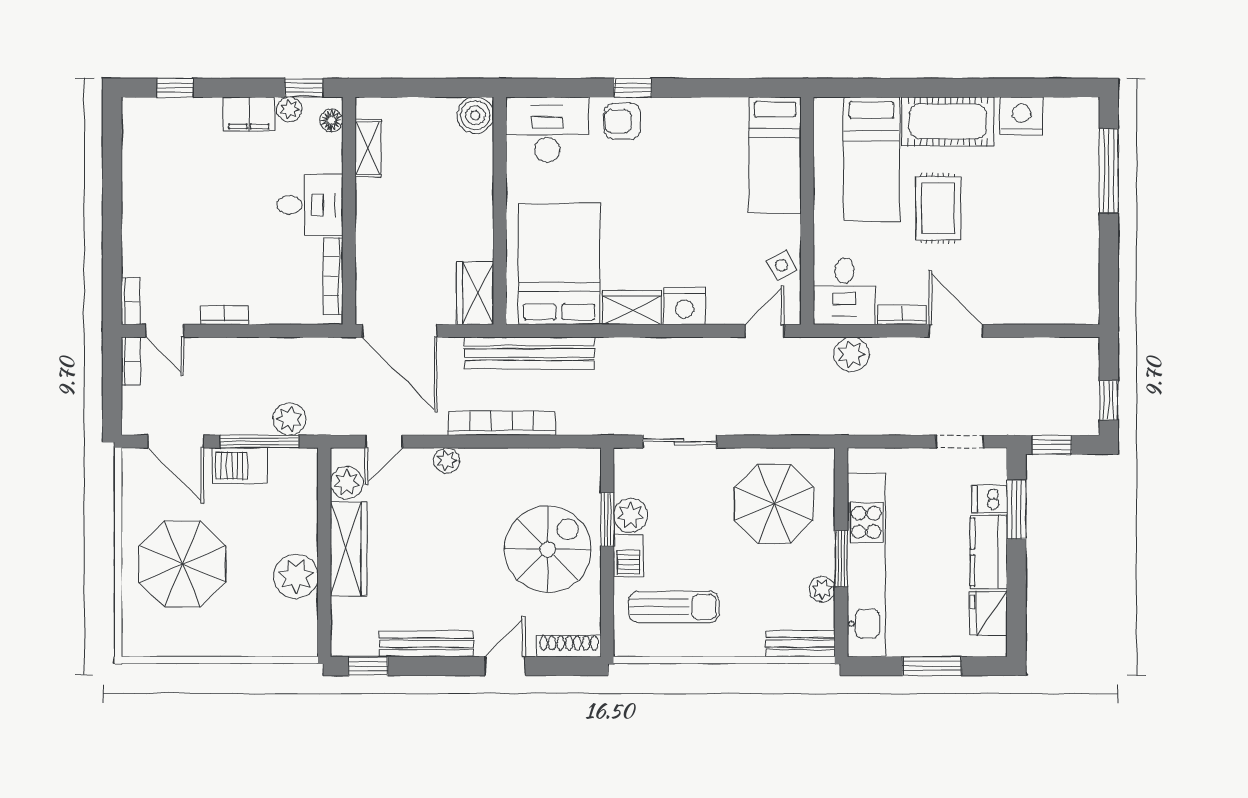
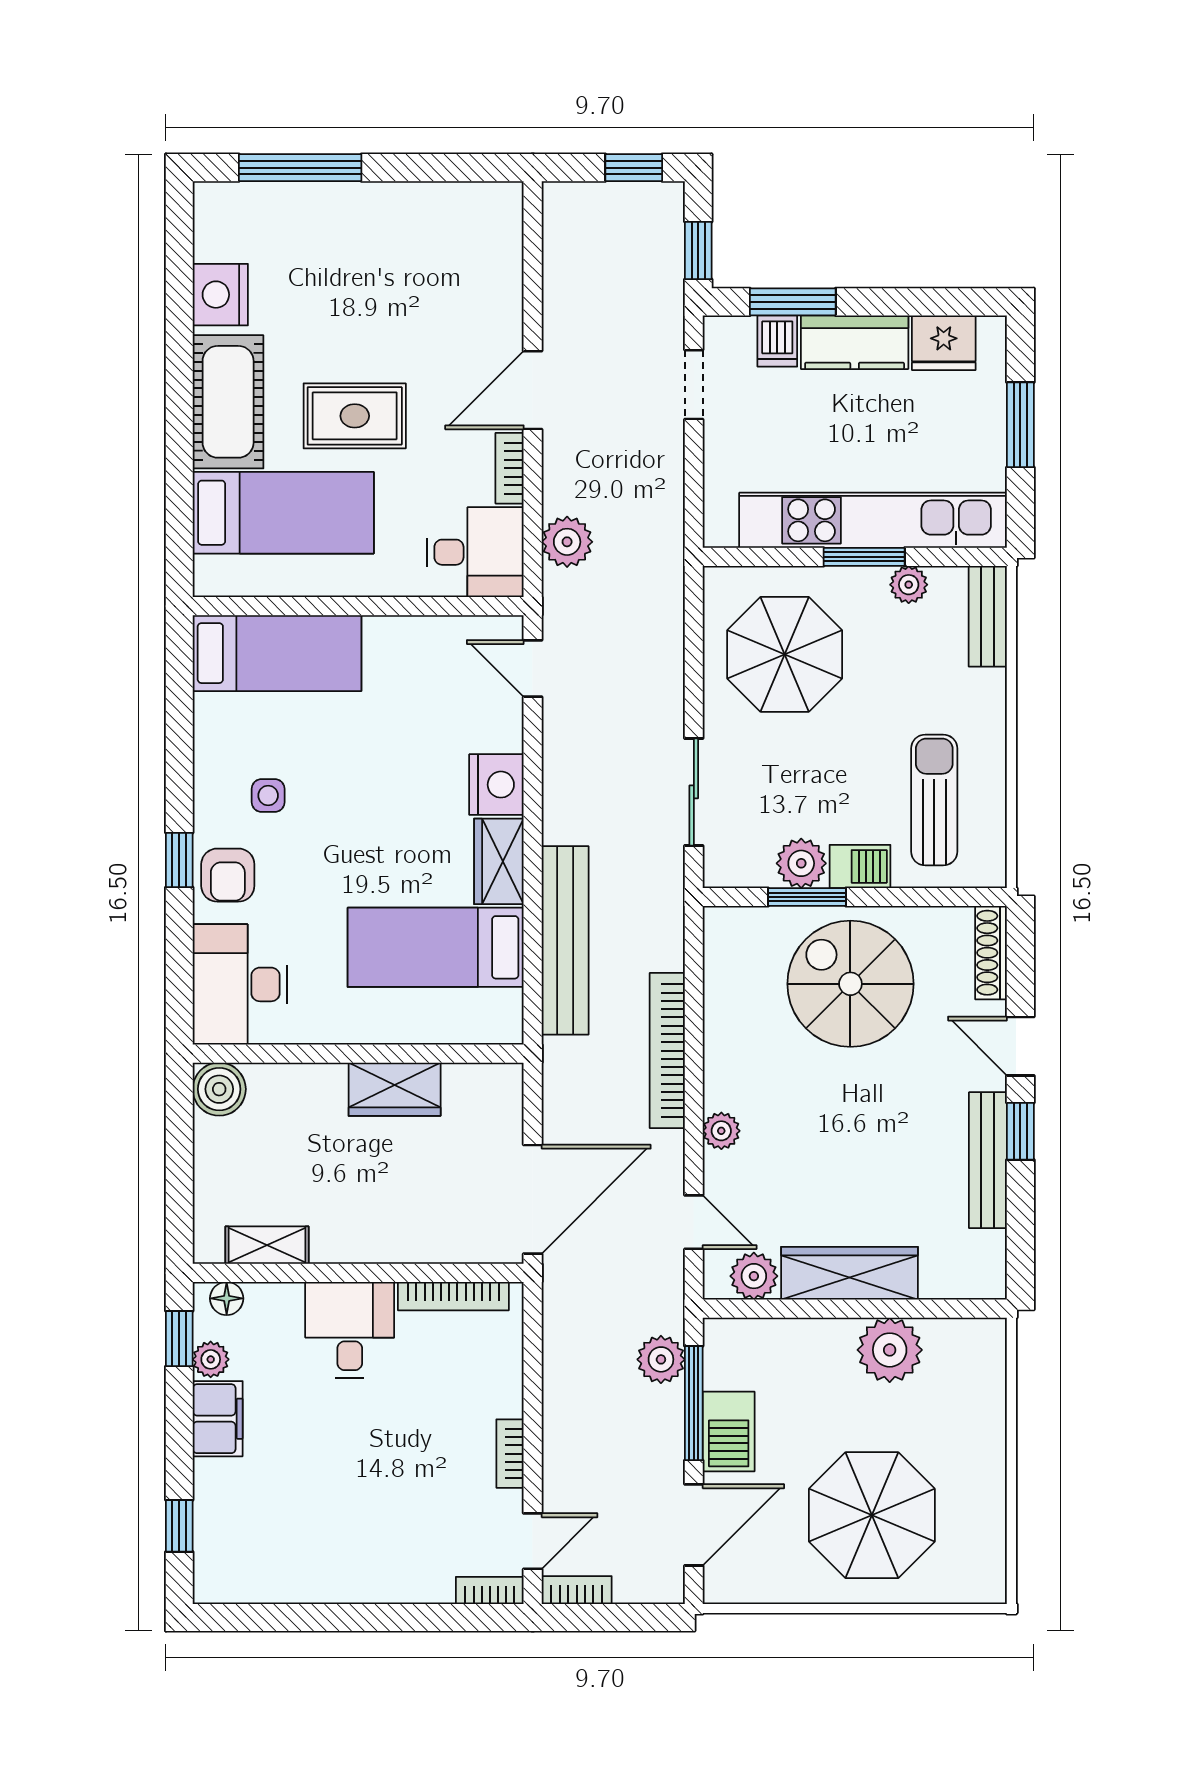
bed: (559, 264) -> (436, 947), width x0.67
side table: (781, 265) -> (268, 795), moved, turned 30
wardrobe: (475, 293) -> (395, 1089), moved
bench: (529, 353) -> (565, 940), moved
window: (368, 666) -> (1020, 1131), moved

